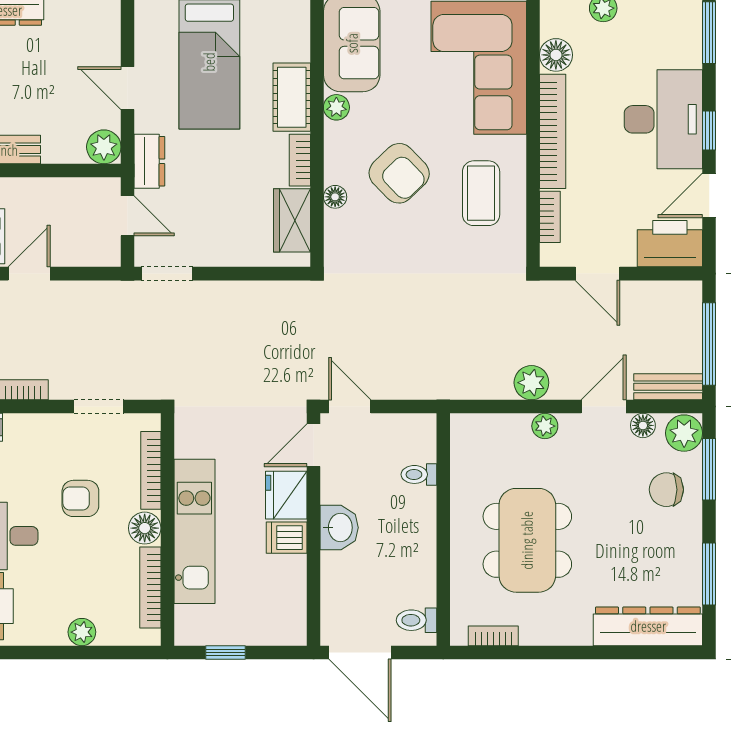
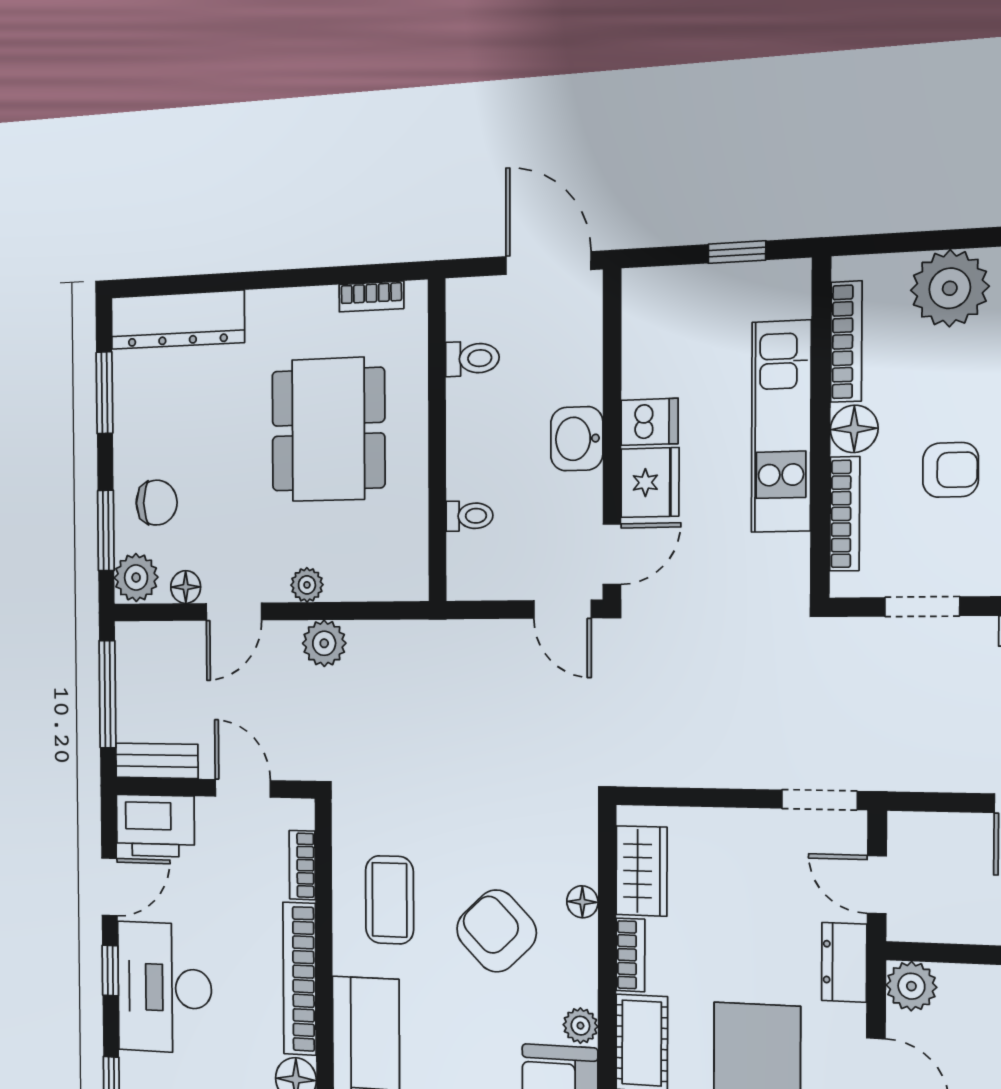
bench: (668, 387) -> (157, 761), moved
toilet: (416, 620) -> (472, 358), moved
plant: (82, 632) -> (950, 288), width x1.87, depth x1.87

